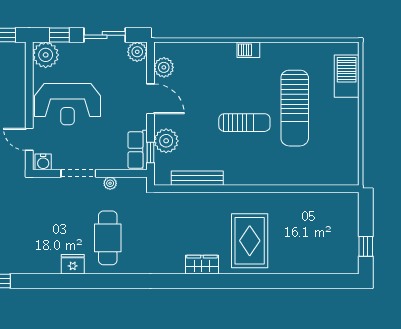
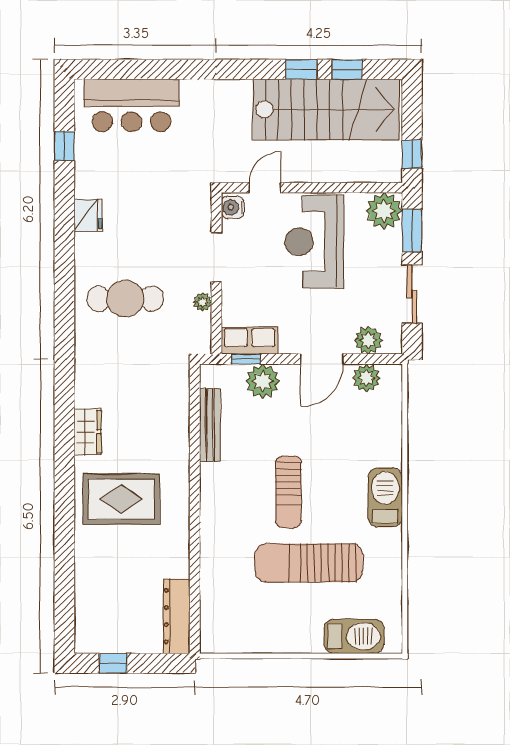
window: (59, 35) -> (412, 230), width x1.50
barbecue: (248, 50) -> (385, 497), width x1.88, depth x1.53
plant: (137, 52) -> (368, 340), moved
dresser: (332, 202) -> (177, 616), added
fridge: (73, 264) -> (88, 215), moved

